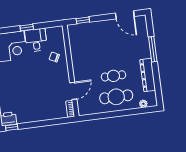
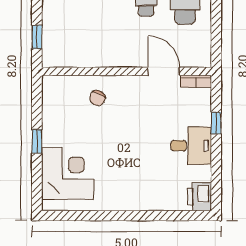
desk: (36, 40) -> (191, 146), moved, turned 180
window: (12, 127) -> (216, 123), moved

